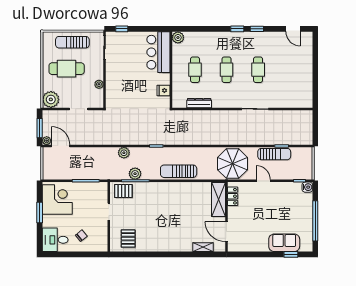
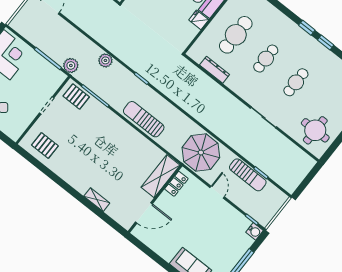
cafe table: (195, 70) -> (236, 35), width x1.37, depth x1.35
fridge: (163, 90) -> (199, 20), moved
round table: (295, 91) -> (315, 130), added
plant: (135, 174) -> (71, 65), moved
door: (226, 232) -> (144, 213), swing flipped
pallet: (128, 239) -> (45, 145), turned 90
shelving: (203, 247) -> (97, 200), moved

